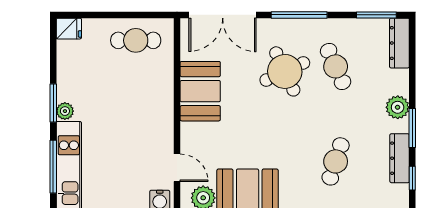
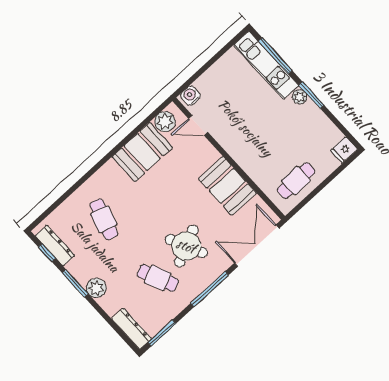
dresser: (400, 158) -> (55, 246), moved

